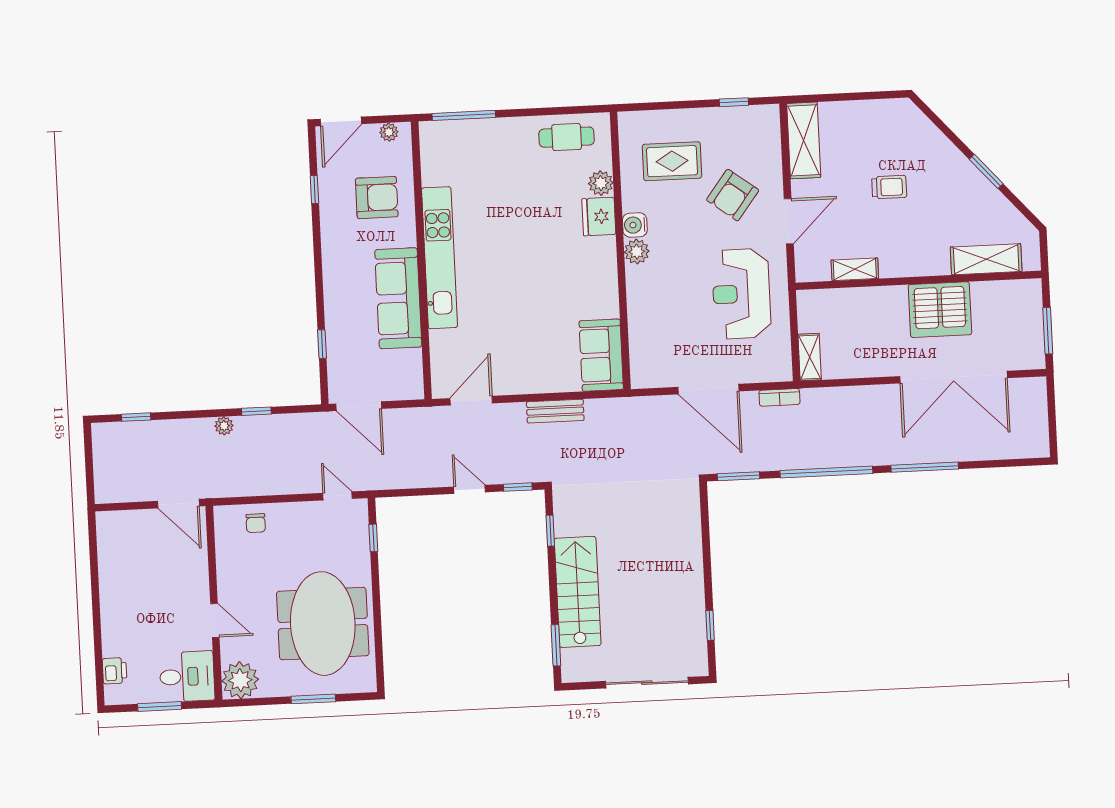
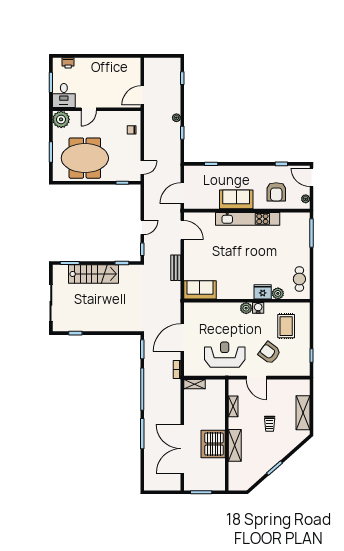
shelving: (804, 140) -> (303, 413), moved, turned 90
shelving: (986, 259) -> (235, 445), moved
sofa: (398, 298) -> (236, 199), width x0.73
door: (359, 406) -> (182, 193), moved

